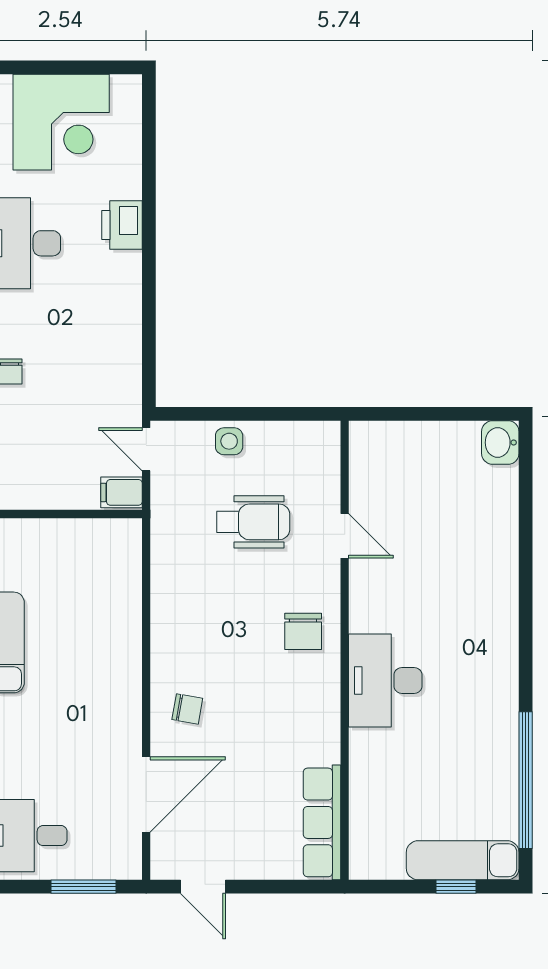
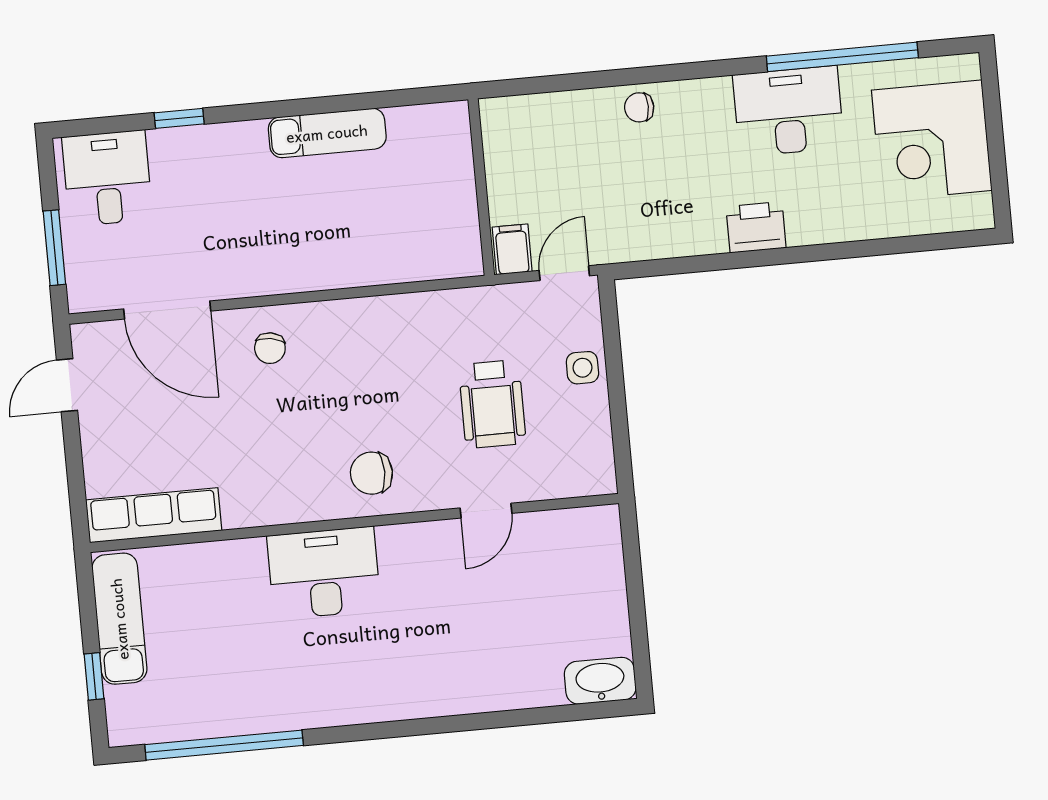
printer: (122, 225) -> (756, 227), moved
washbasin: (500, 443) -> (600, 681), width x1.38
exam couch: (463, 860) -> (119, 619), moved

